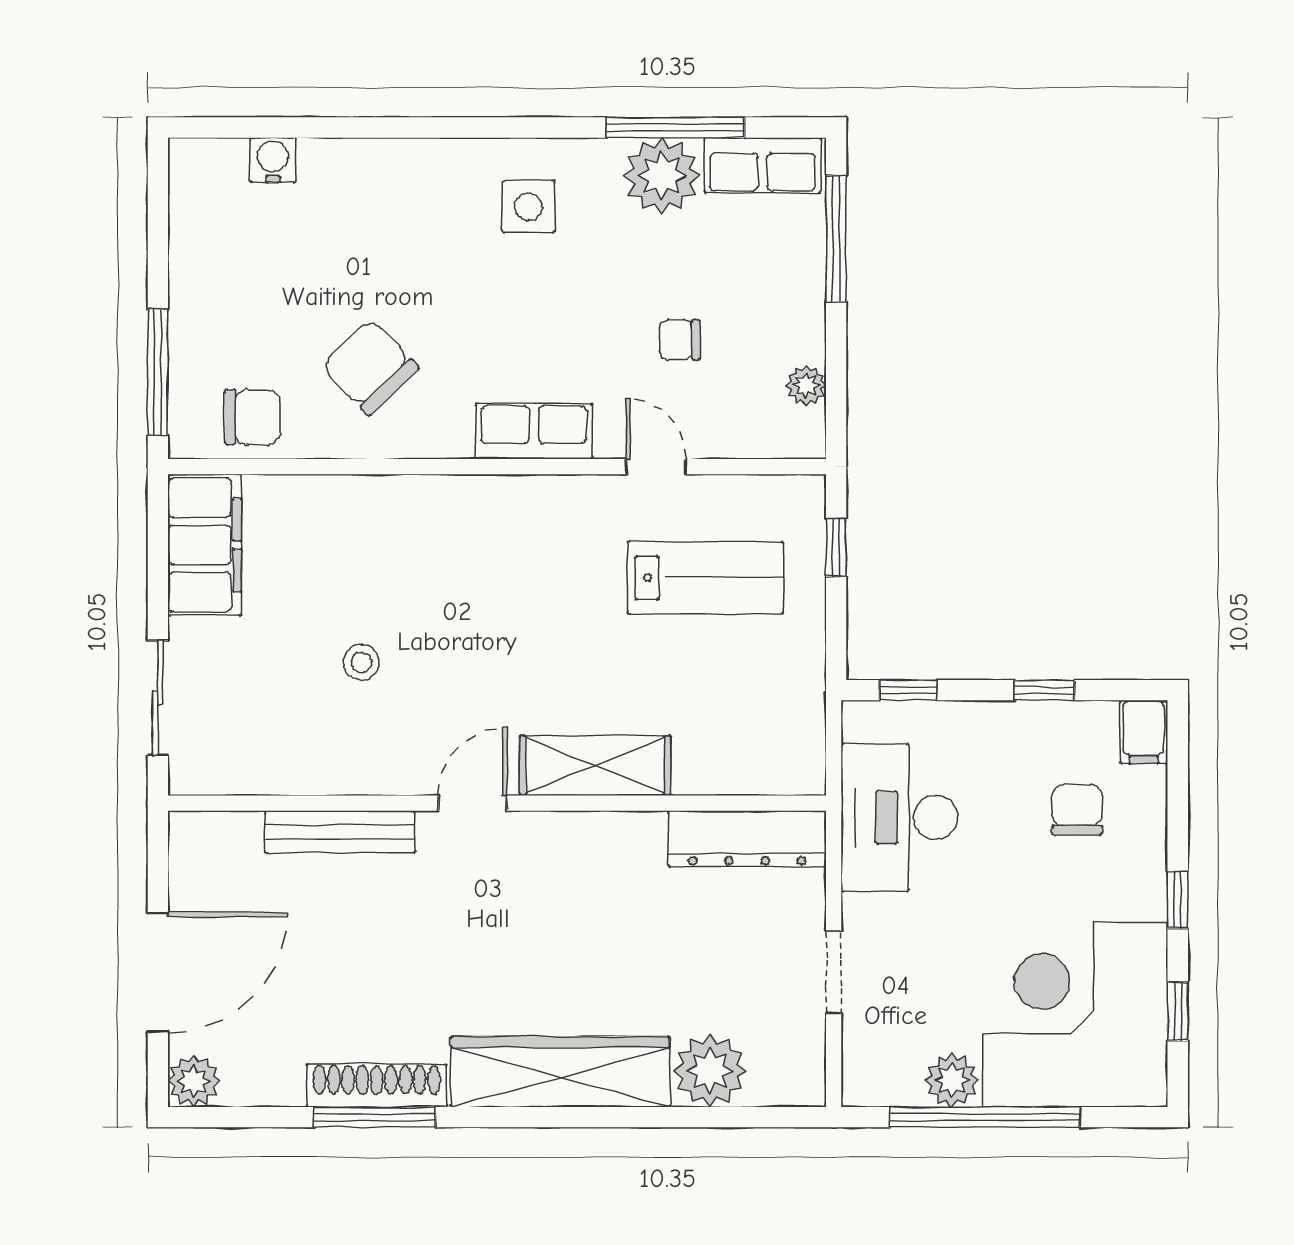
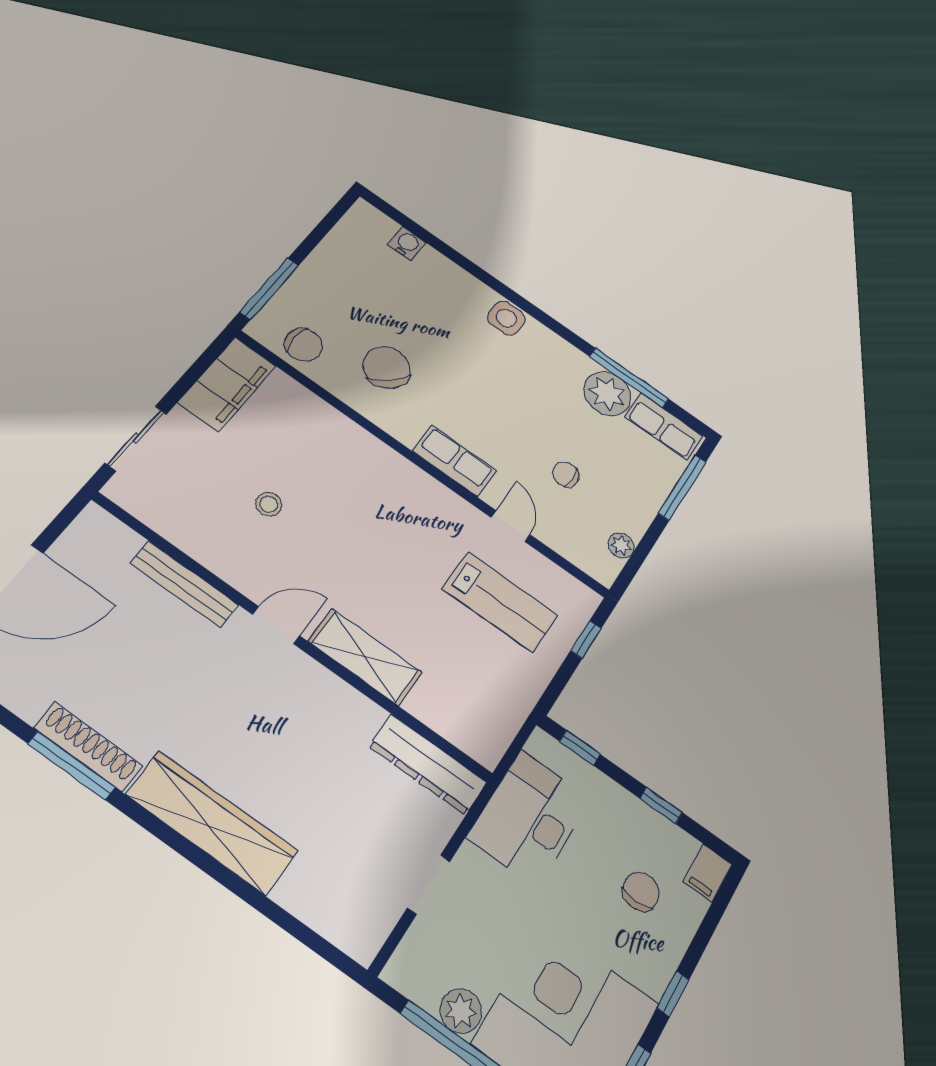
side table: (528, 207) -> (506, 318), moved
plant: (710, 1071) -> (308, 891), removed

